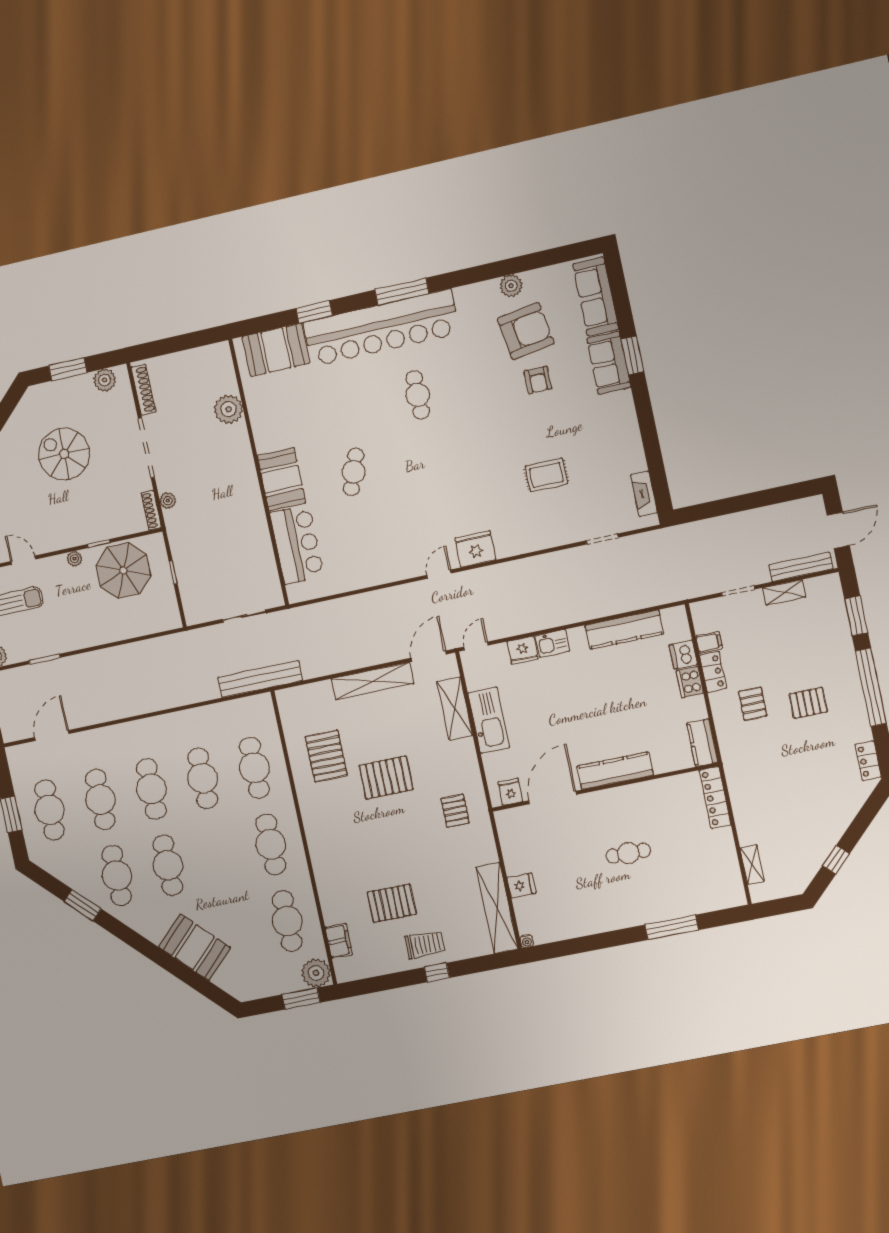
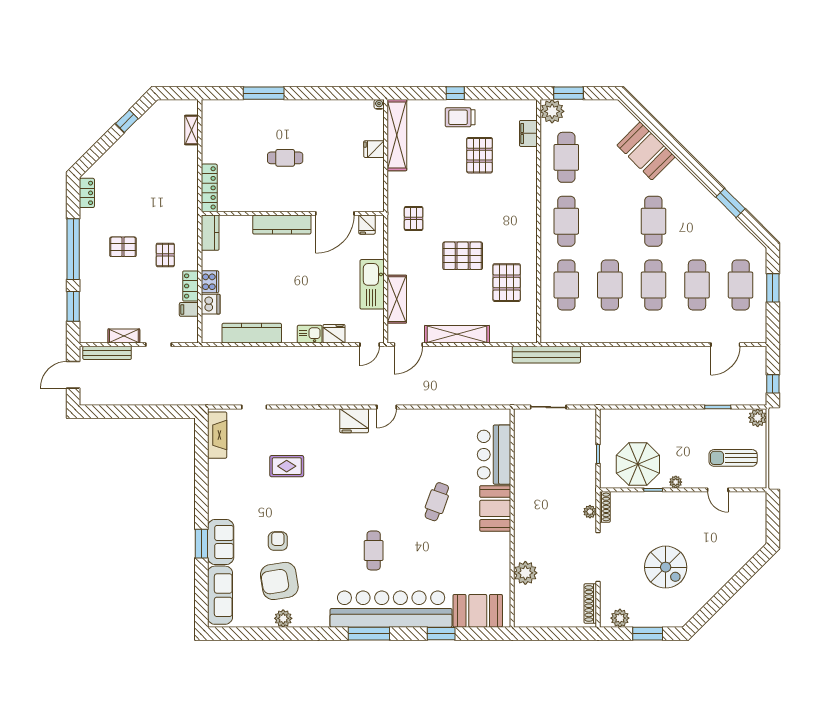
fireplace: (644, 494) -> (217, 435), width x1.37, depth x1.32
cafe table: (117, 876) -> (697, 221), removed
pallet: (392, 903) -> (480, 155), turned 90

